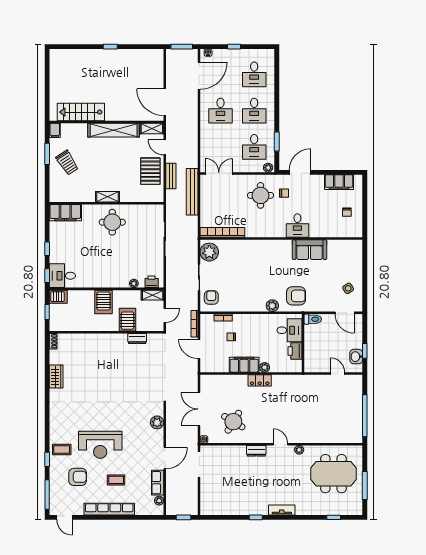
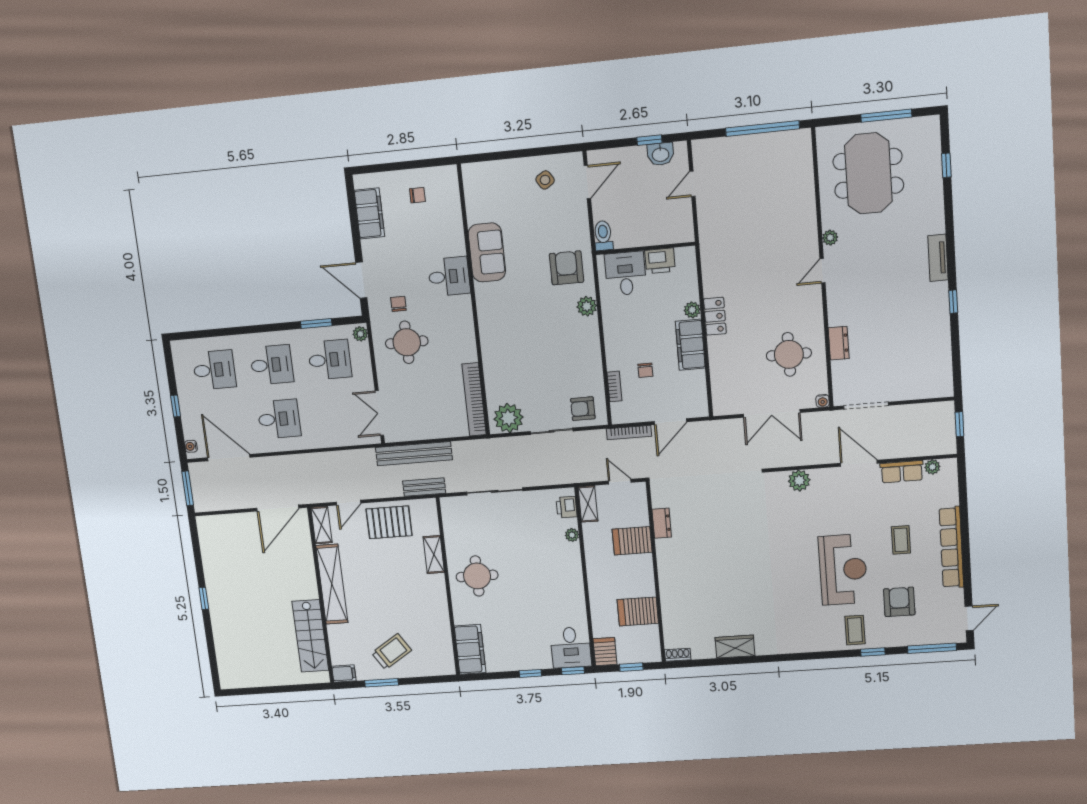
bench: (171, 176) -> (424, 487), moved
shelving: (107, 197) -> (434, 554), moved
server rack: (104, 302) -> (638, 611), moved, turned 180
round table: (233, 422) -> (789, 354), turned -31
dresser: (256, 451) -> (839, 343), moved

